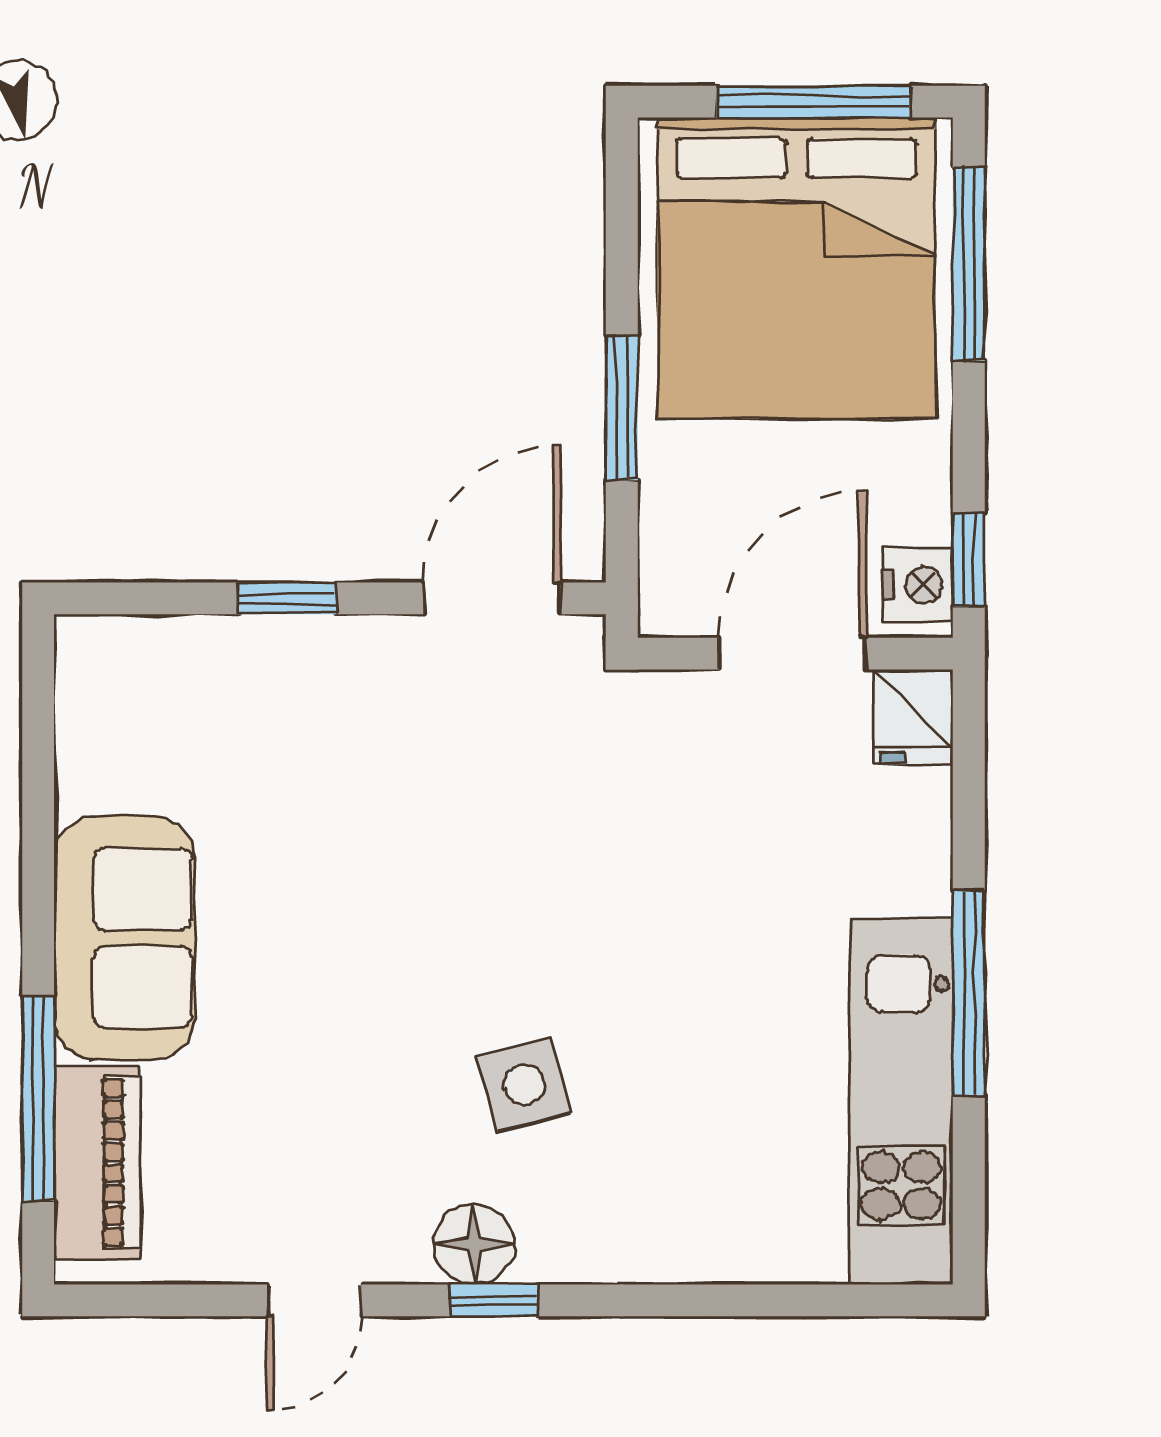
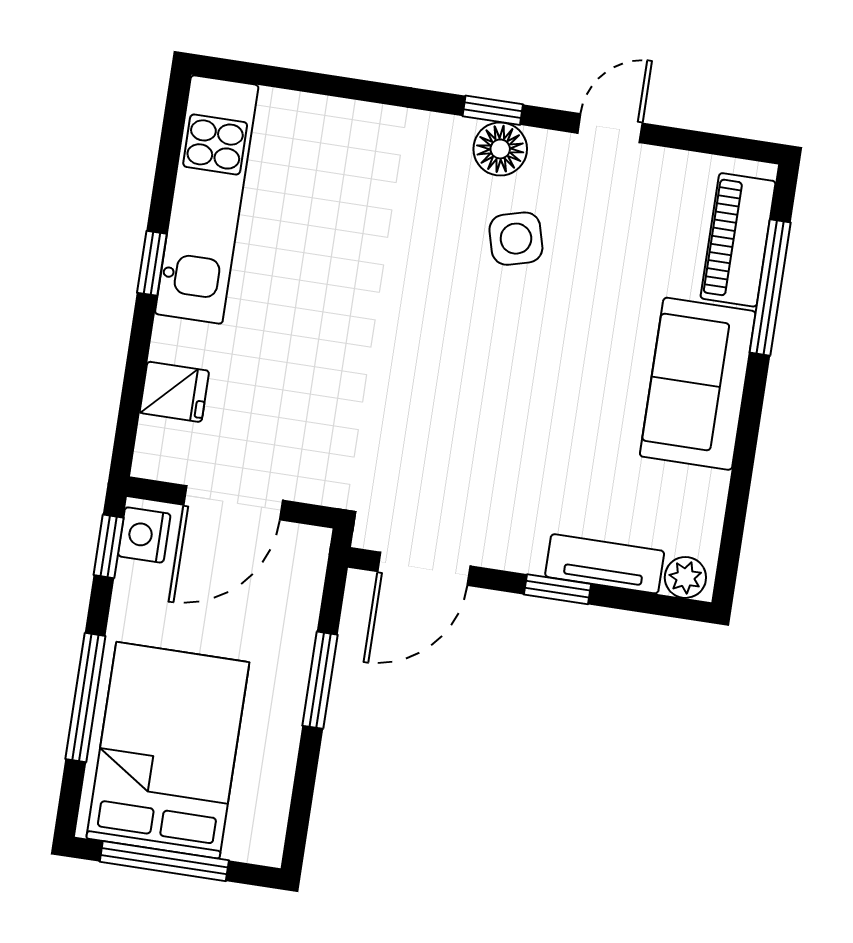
window: (969, 264) -> (85, 697), moved
bed: (796, 268) -> (168, 750), width x0.73
plant: (98, 645) -> (685, 577), added
tv unit: (222, 647) -> (605, 564), added
fridge: (913, 717) -> (174, 392), moved, turned 90
window: (969, 993) -> (152, 263), width x0.46
side table: (524, 1085) -> (516, 239), moved

